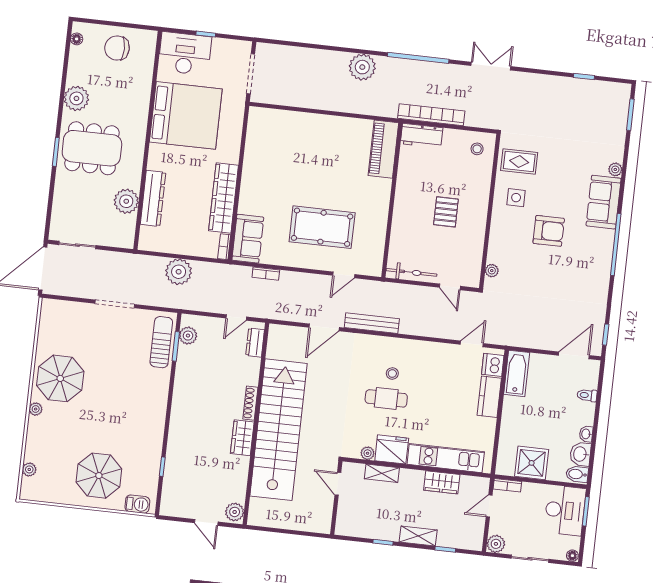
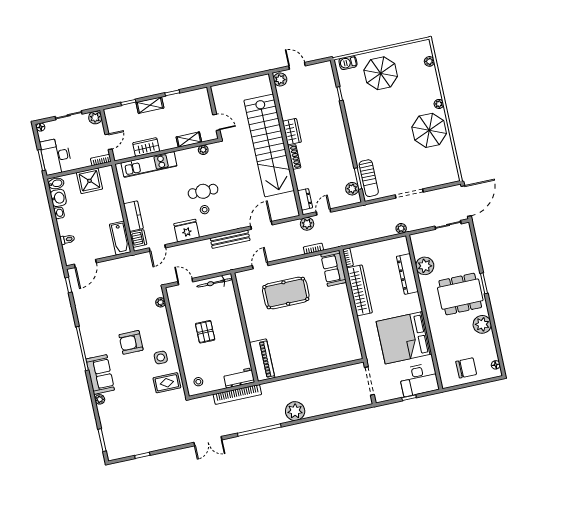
plant: (179, 272) -> (401, 228), moved, width x0.53, depth x0.53
plant: (263, 309) -> (307, 224), added
fridge: (392, 449) -> (187, 230), moved, turned 180

